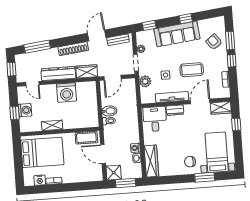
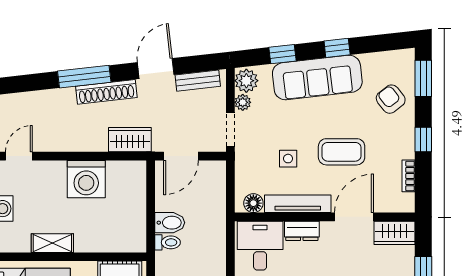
window: (149, 25) -> (283, 54), moved
window: (230, 41) -> (423, 78), moved
window: (37, 47) -> (84, 77), moved
dresser: (58, 73) -> (73, 140), removed
plant: (145, 81) -> (246, 81), moved
door: (32, 84) -> (19, 156), swing flipped
floor lamp: (150, 98) -> (253, 203), added

